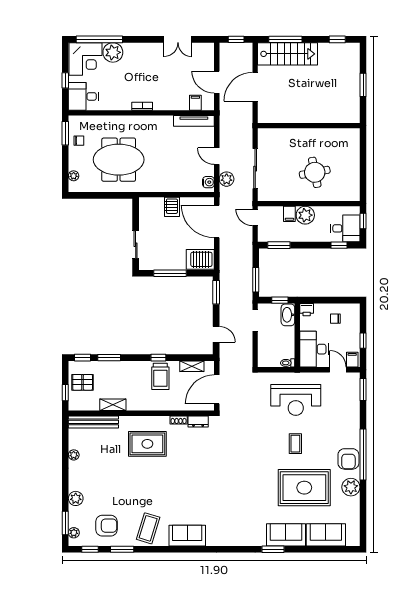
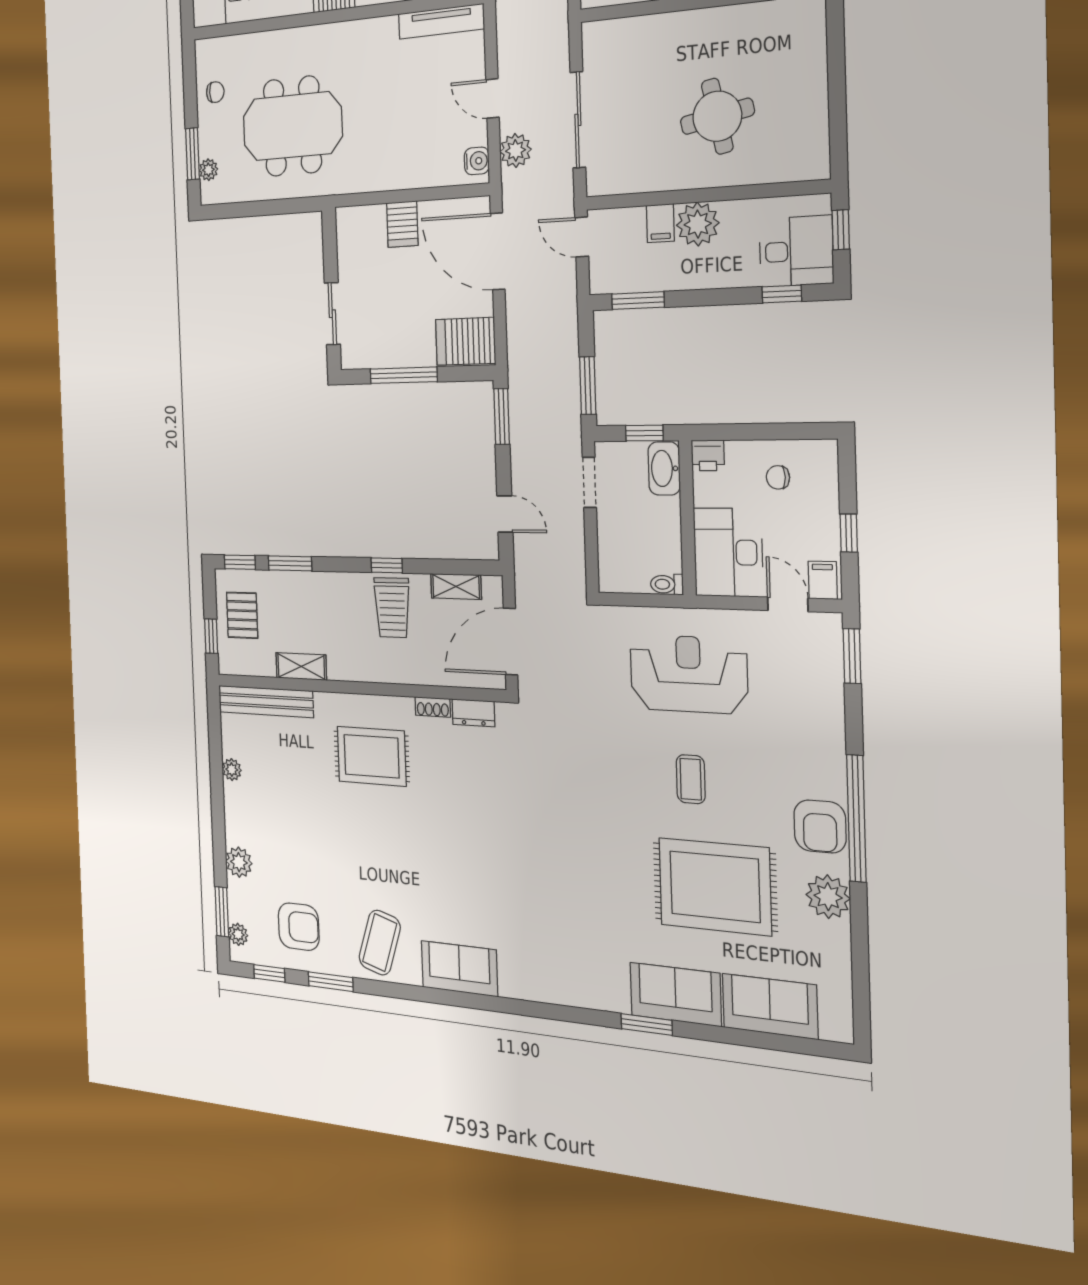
window: (65, 133) -> (193, 154), moved
pallet: (83, 382) -> (242, 615), turned 90
reception desk: (296, 400) -> (689, 674), turned 180

